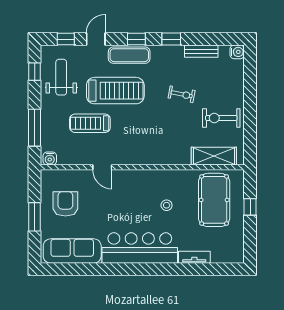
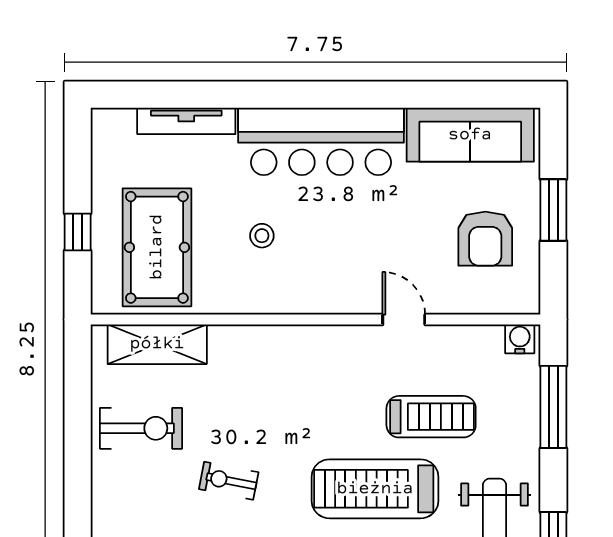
tv unit: (194, 257) -> (186, 121), width x1.41

